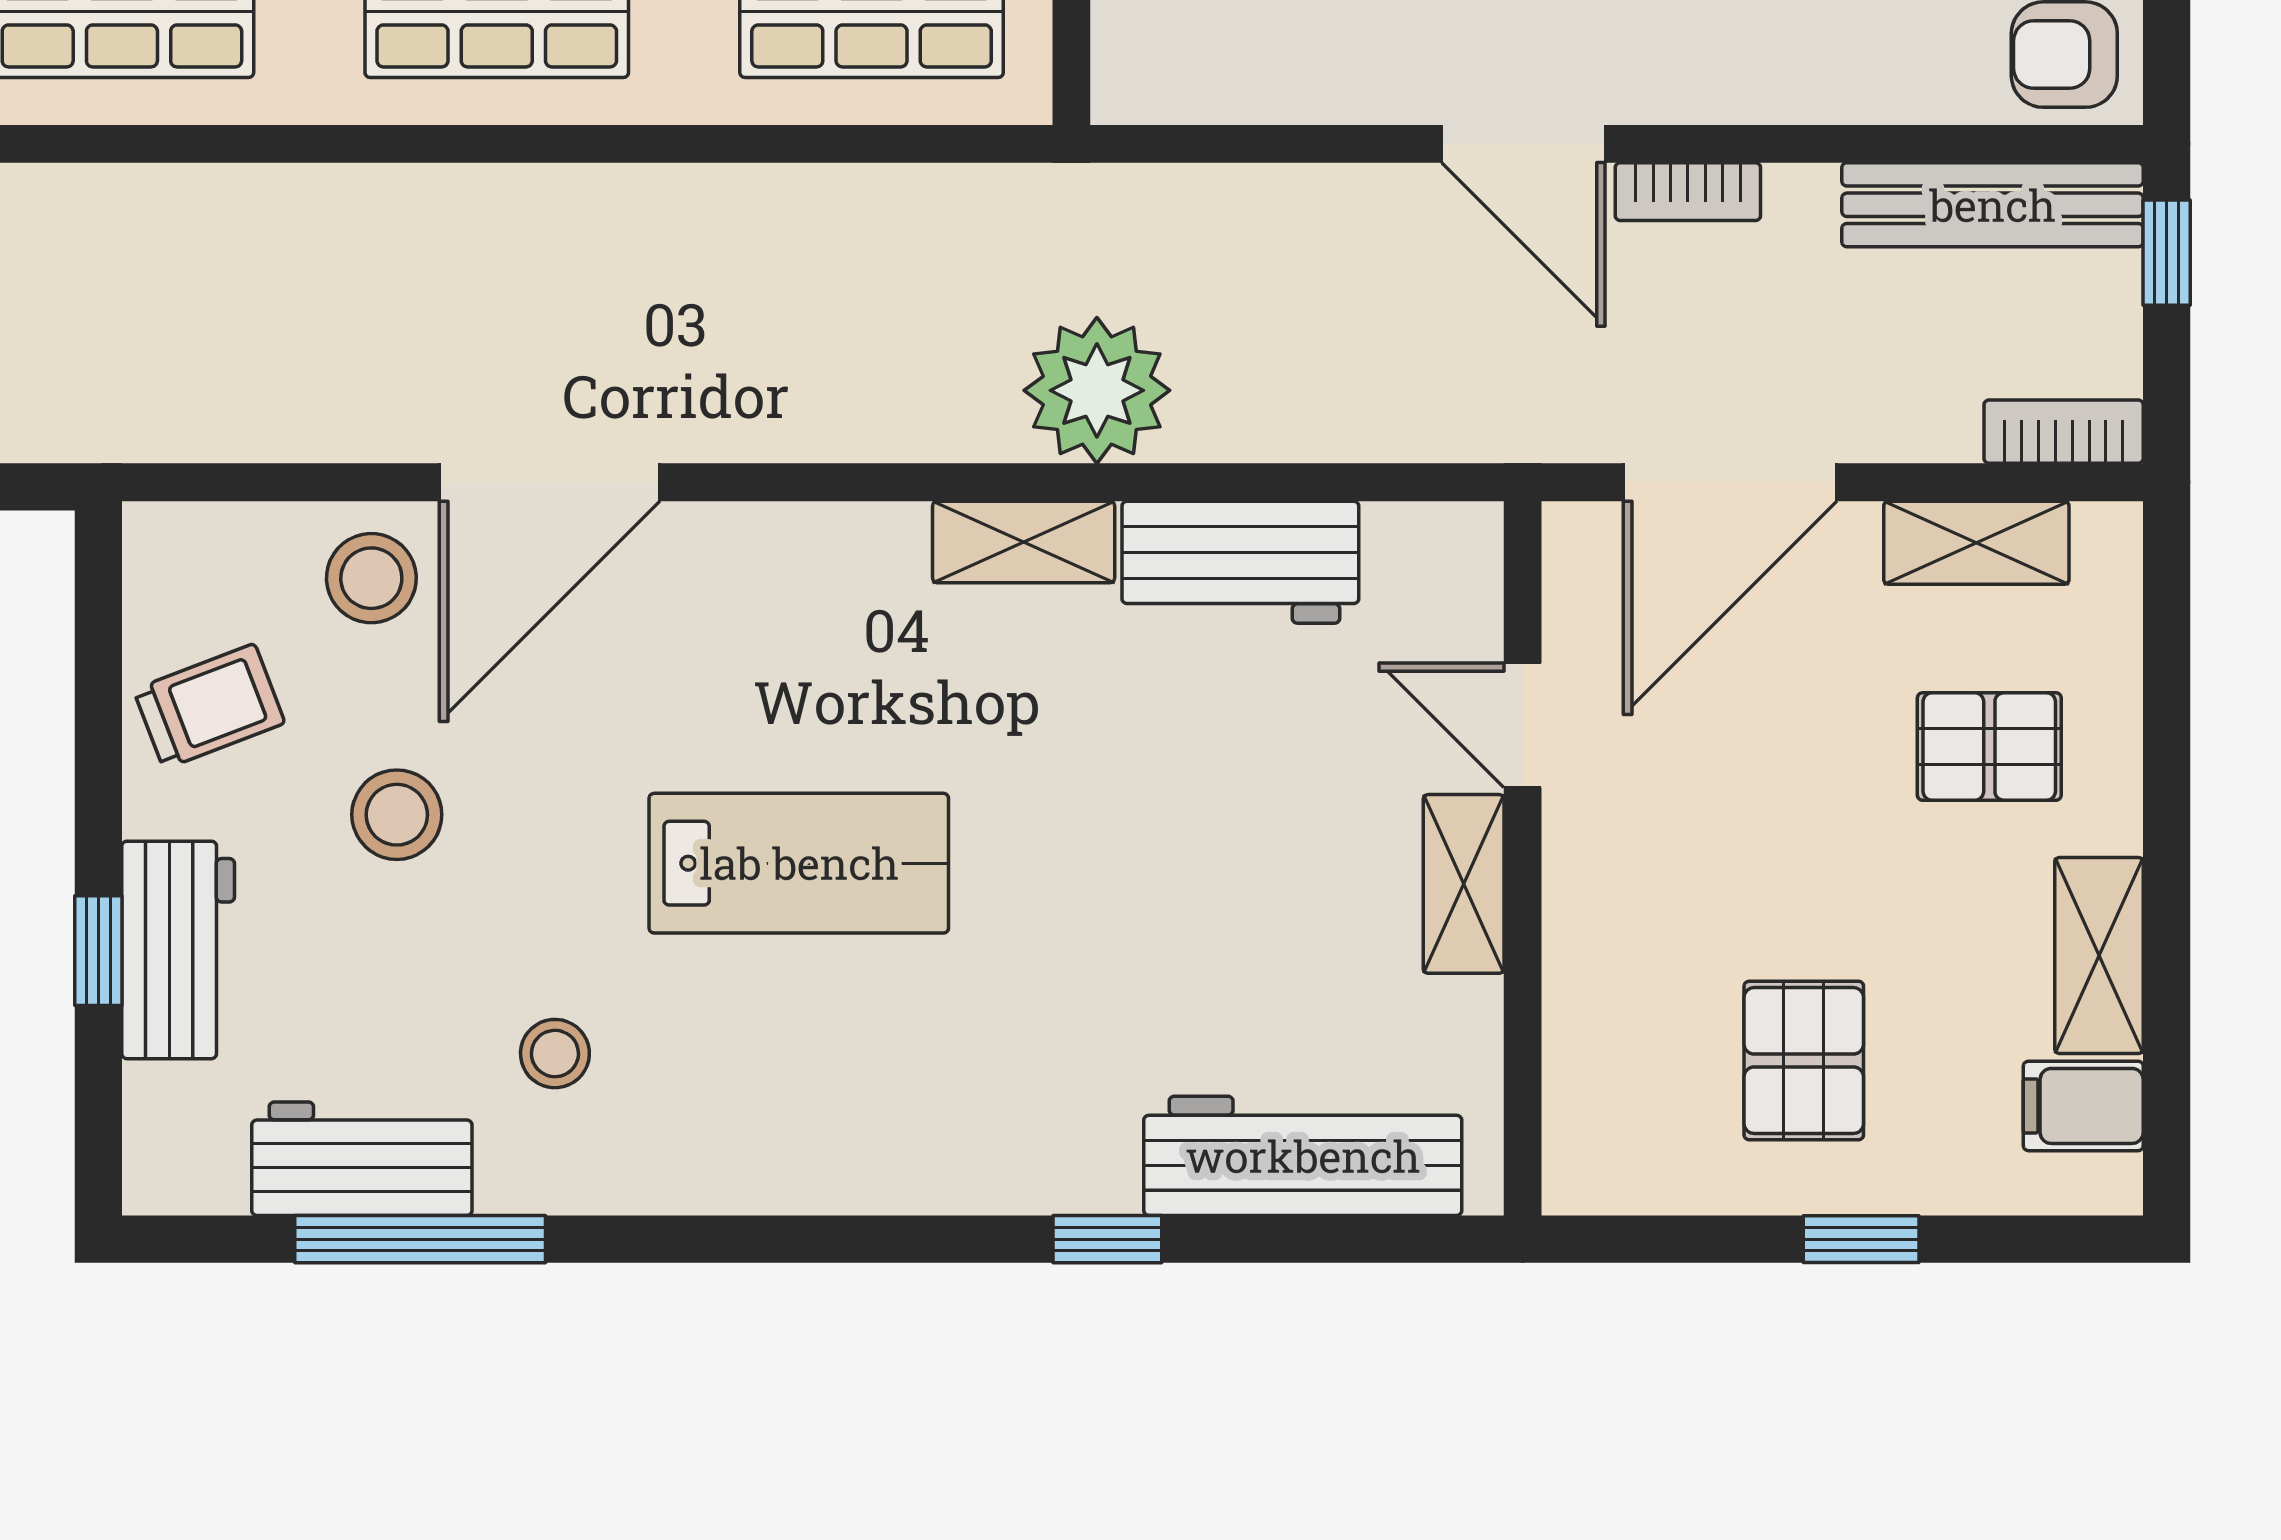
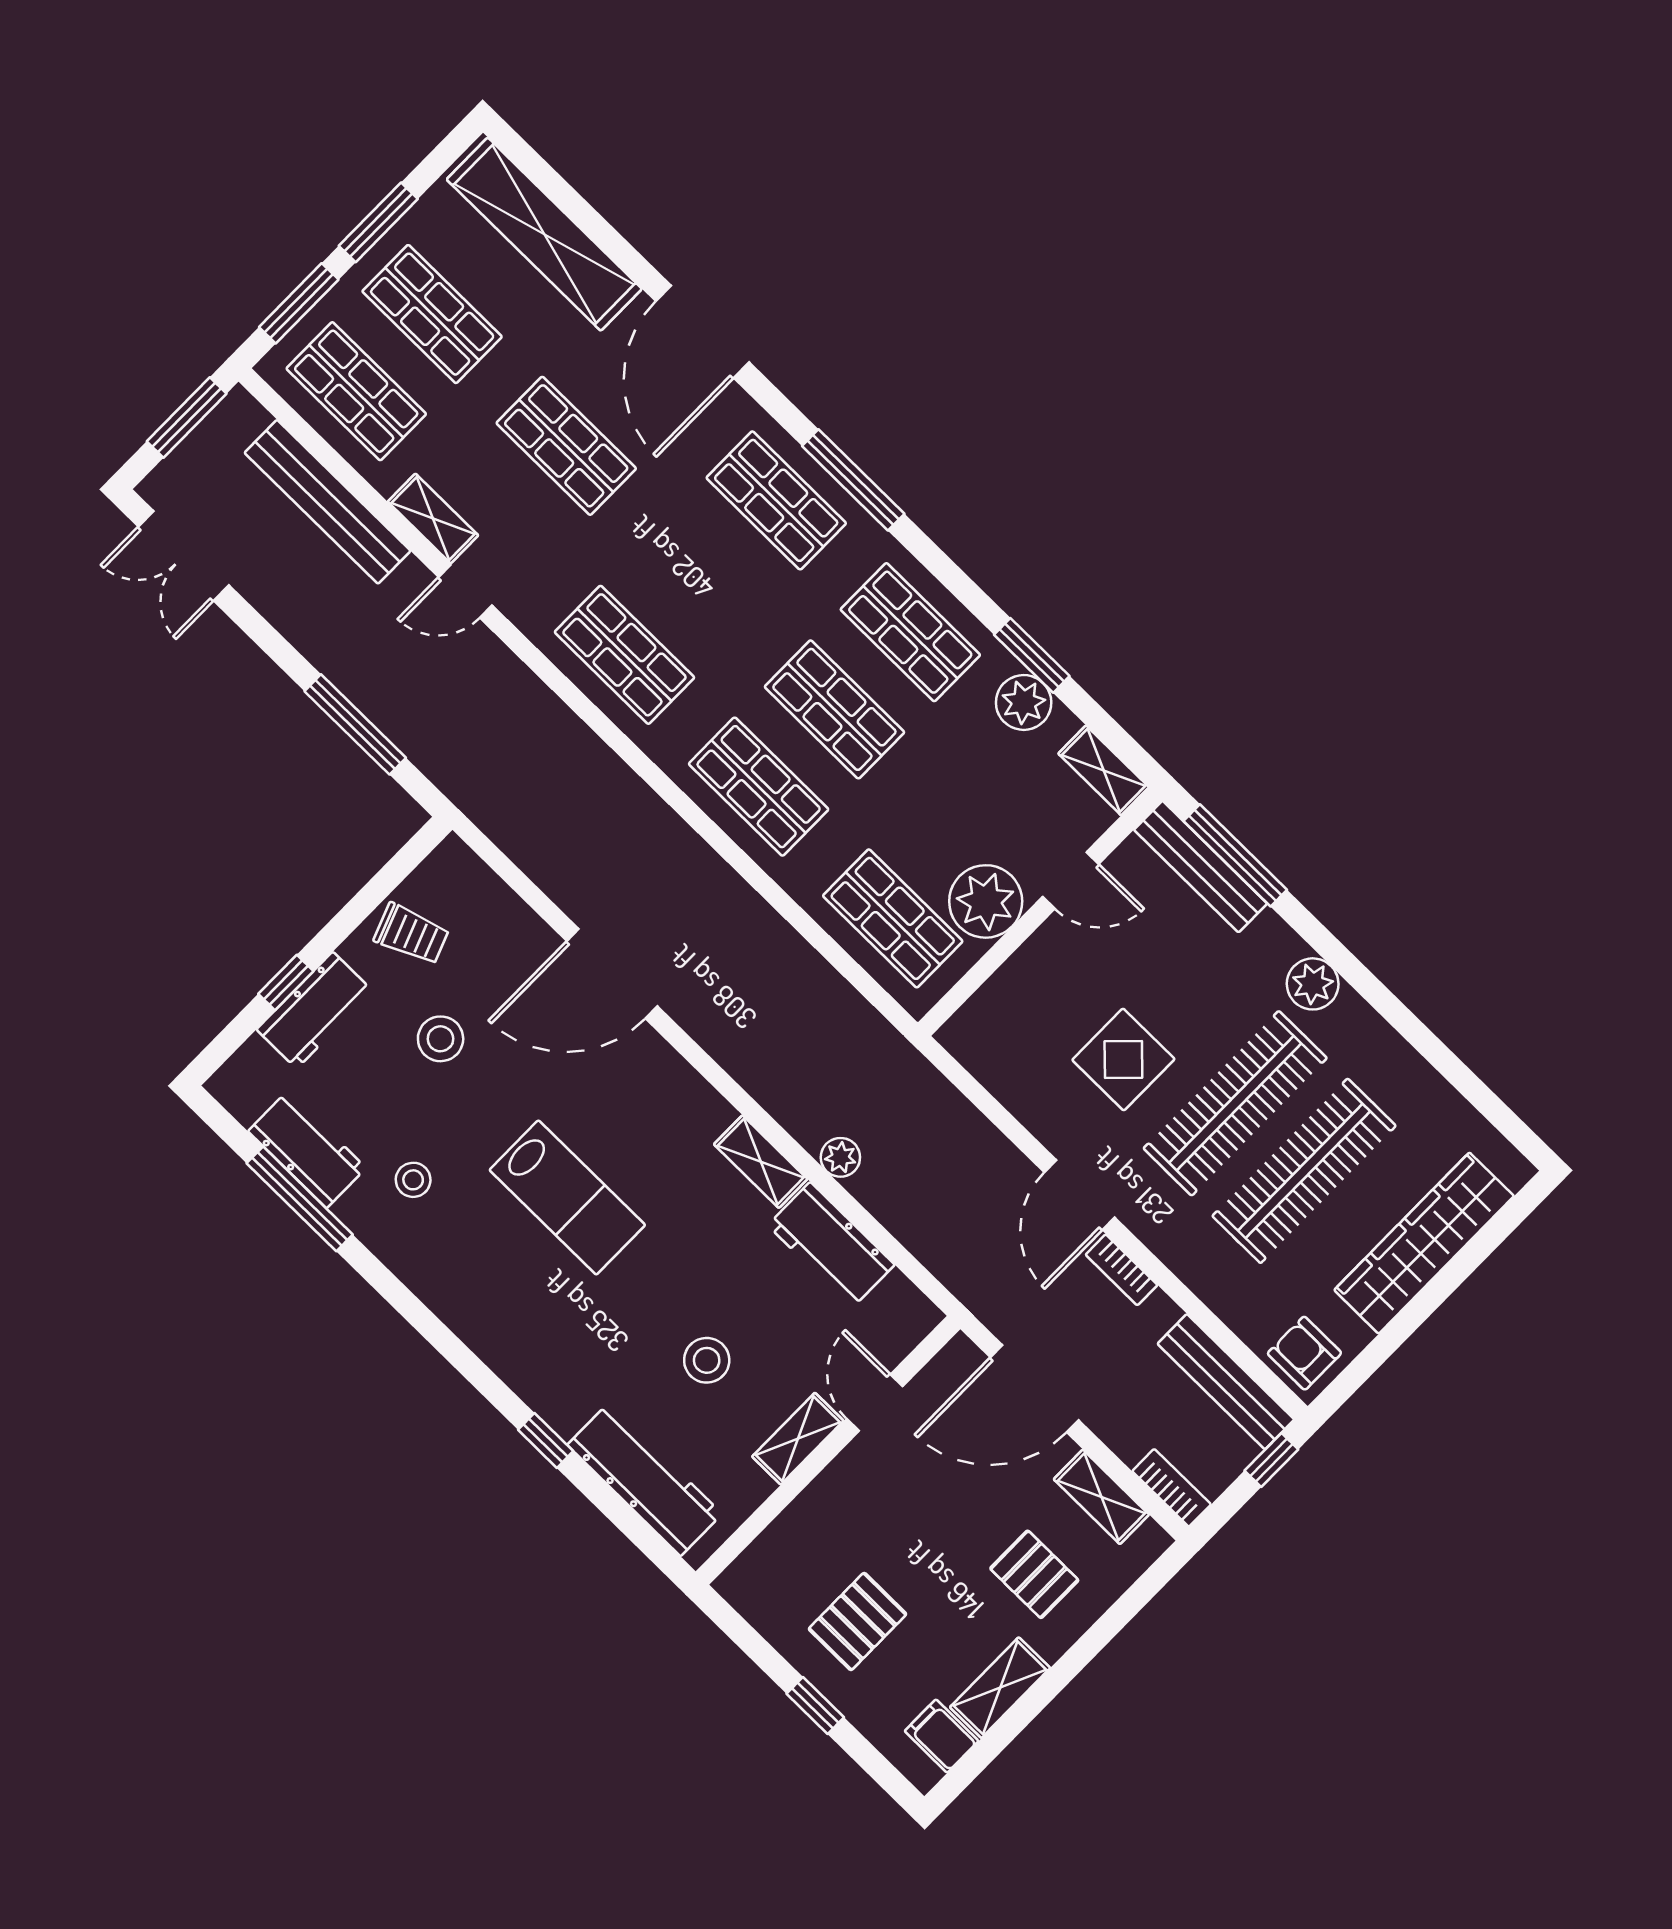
plant: (1097, 390) -> (840, 1157), width x0.53, depth x0.53
stool: (371, 578) -> (707, 1360), moved

